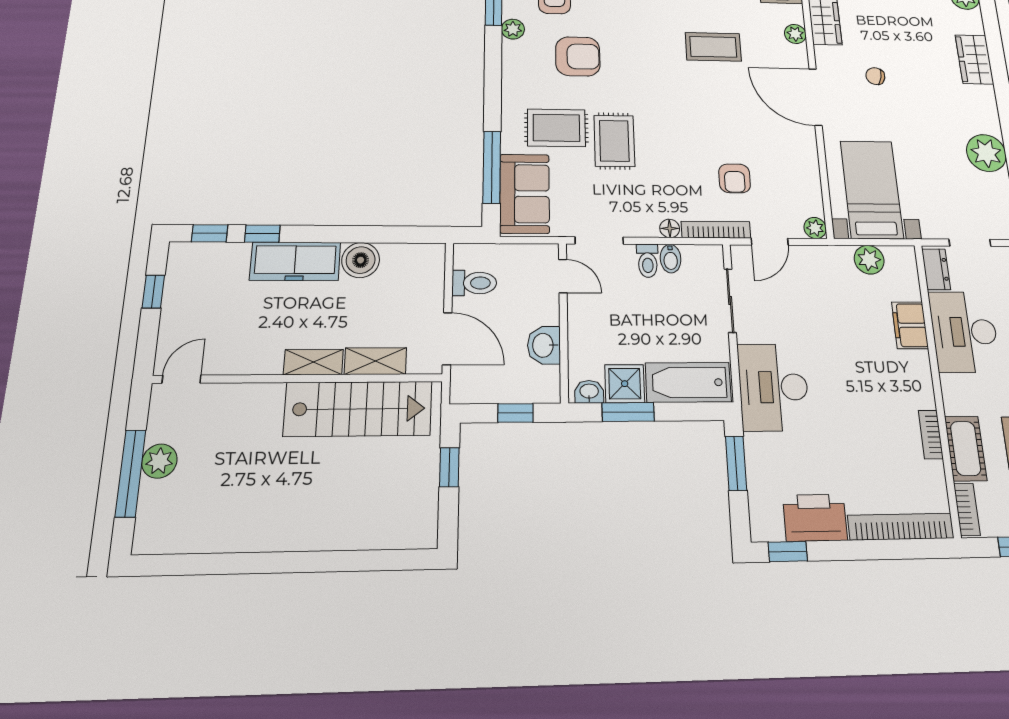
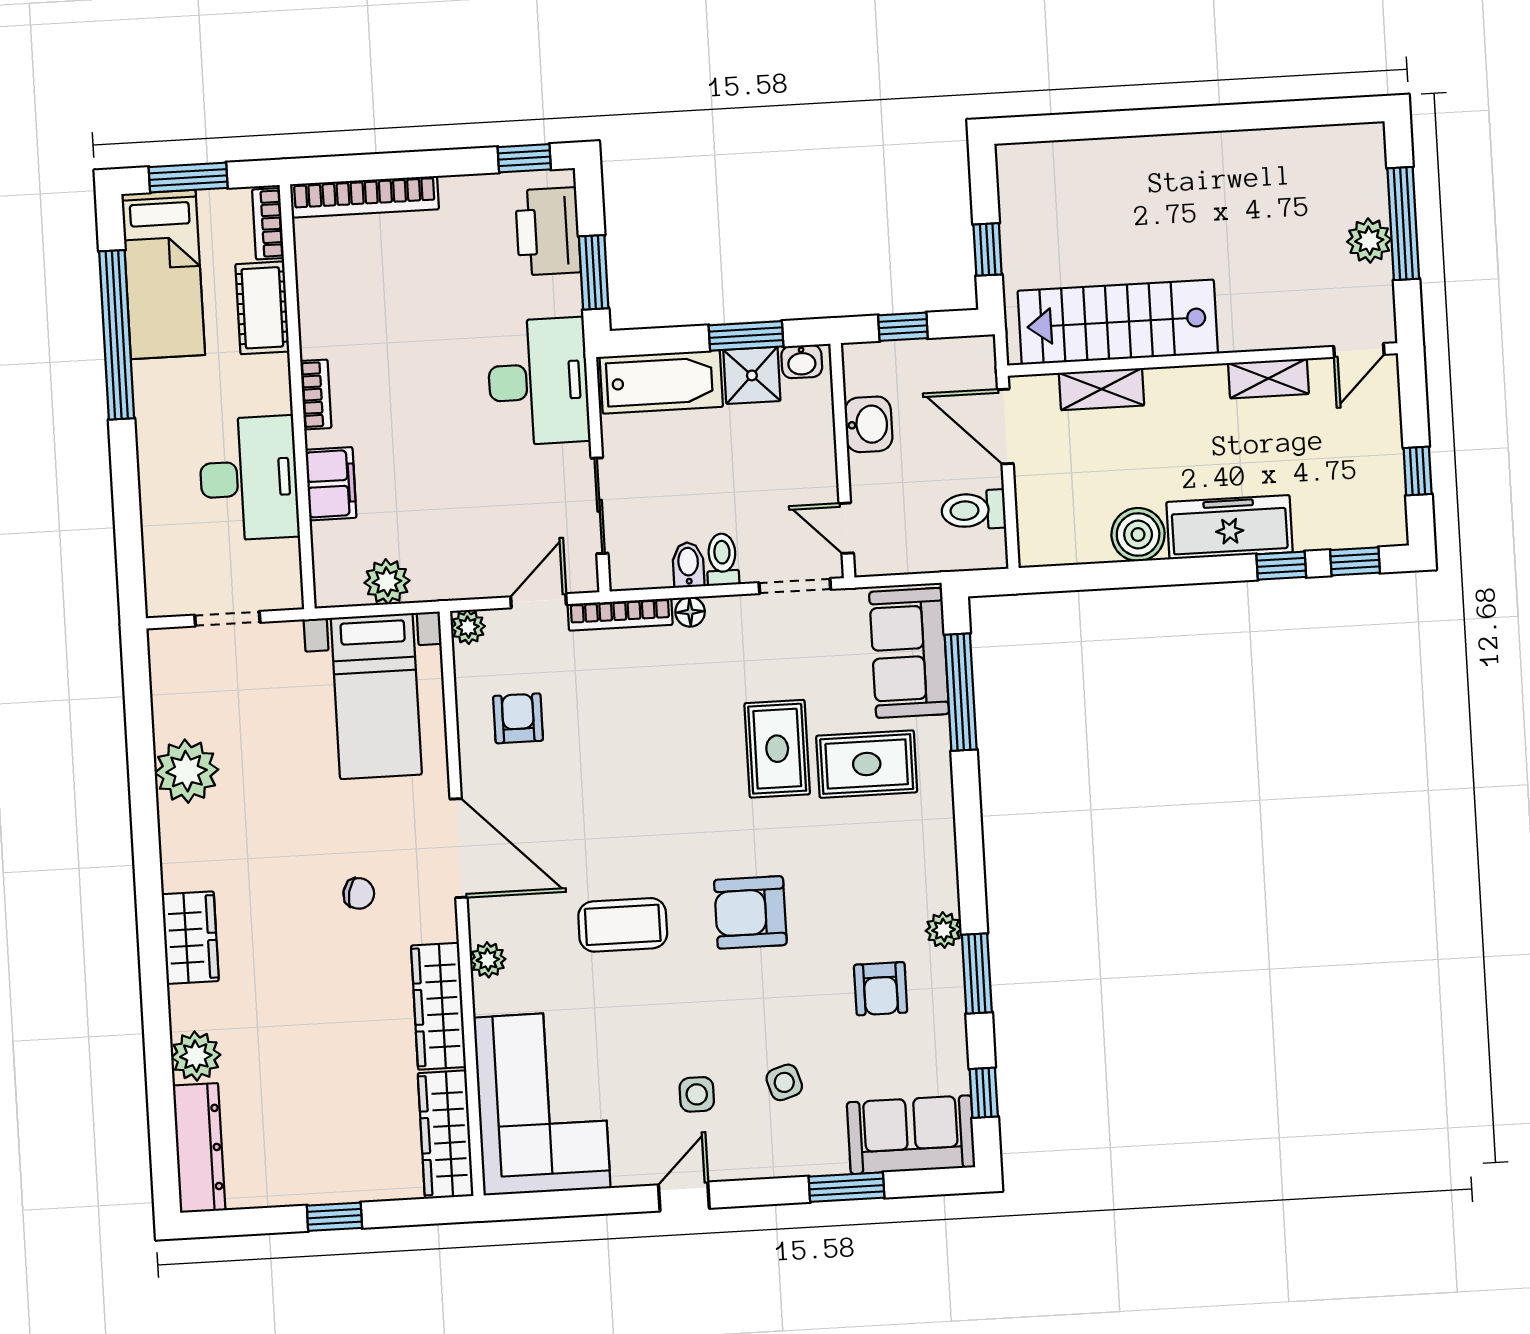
armchair: (578, 56) -> (750, 912), moved
armchair: (735, 178) -> (518, 718), moved
dresser: (936, 269) -> (284, 573), removed
shelving: (313, 362) -> (1268, 378), moved
bookcase: (931, 435) -> (316, 394), moved
printer: (815, 518) -> (548, 231), moved, turned 90

